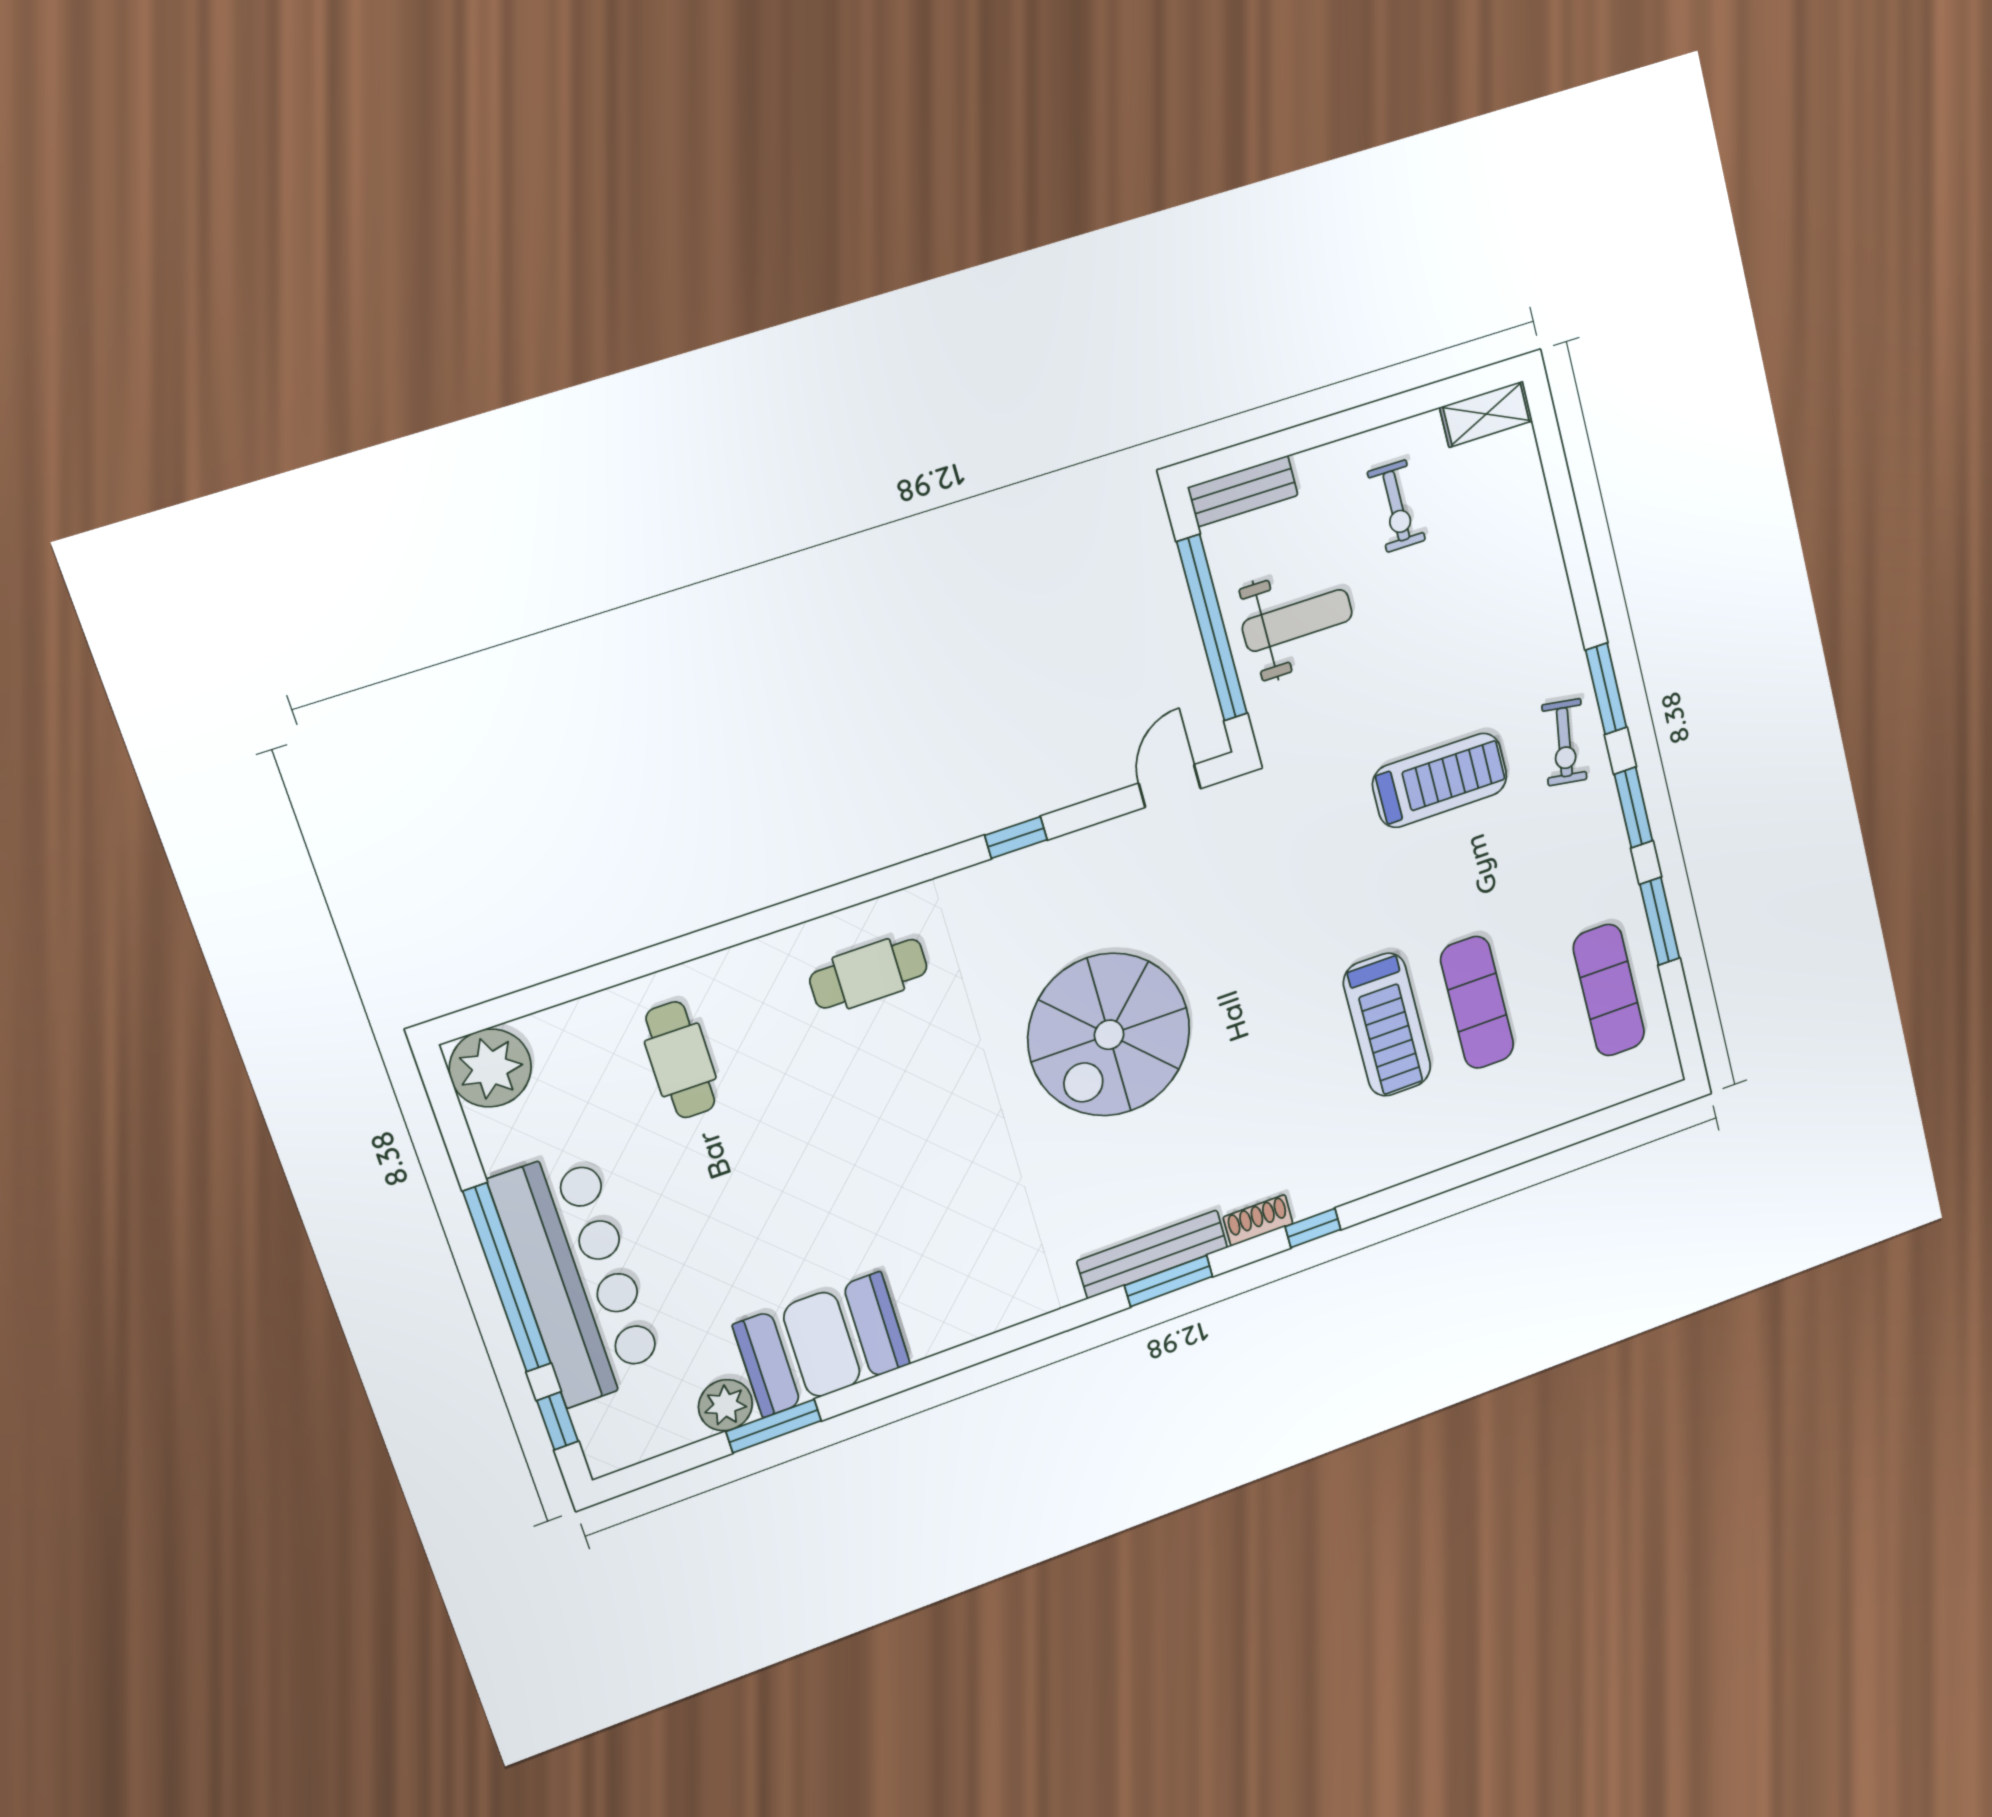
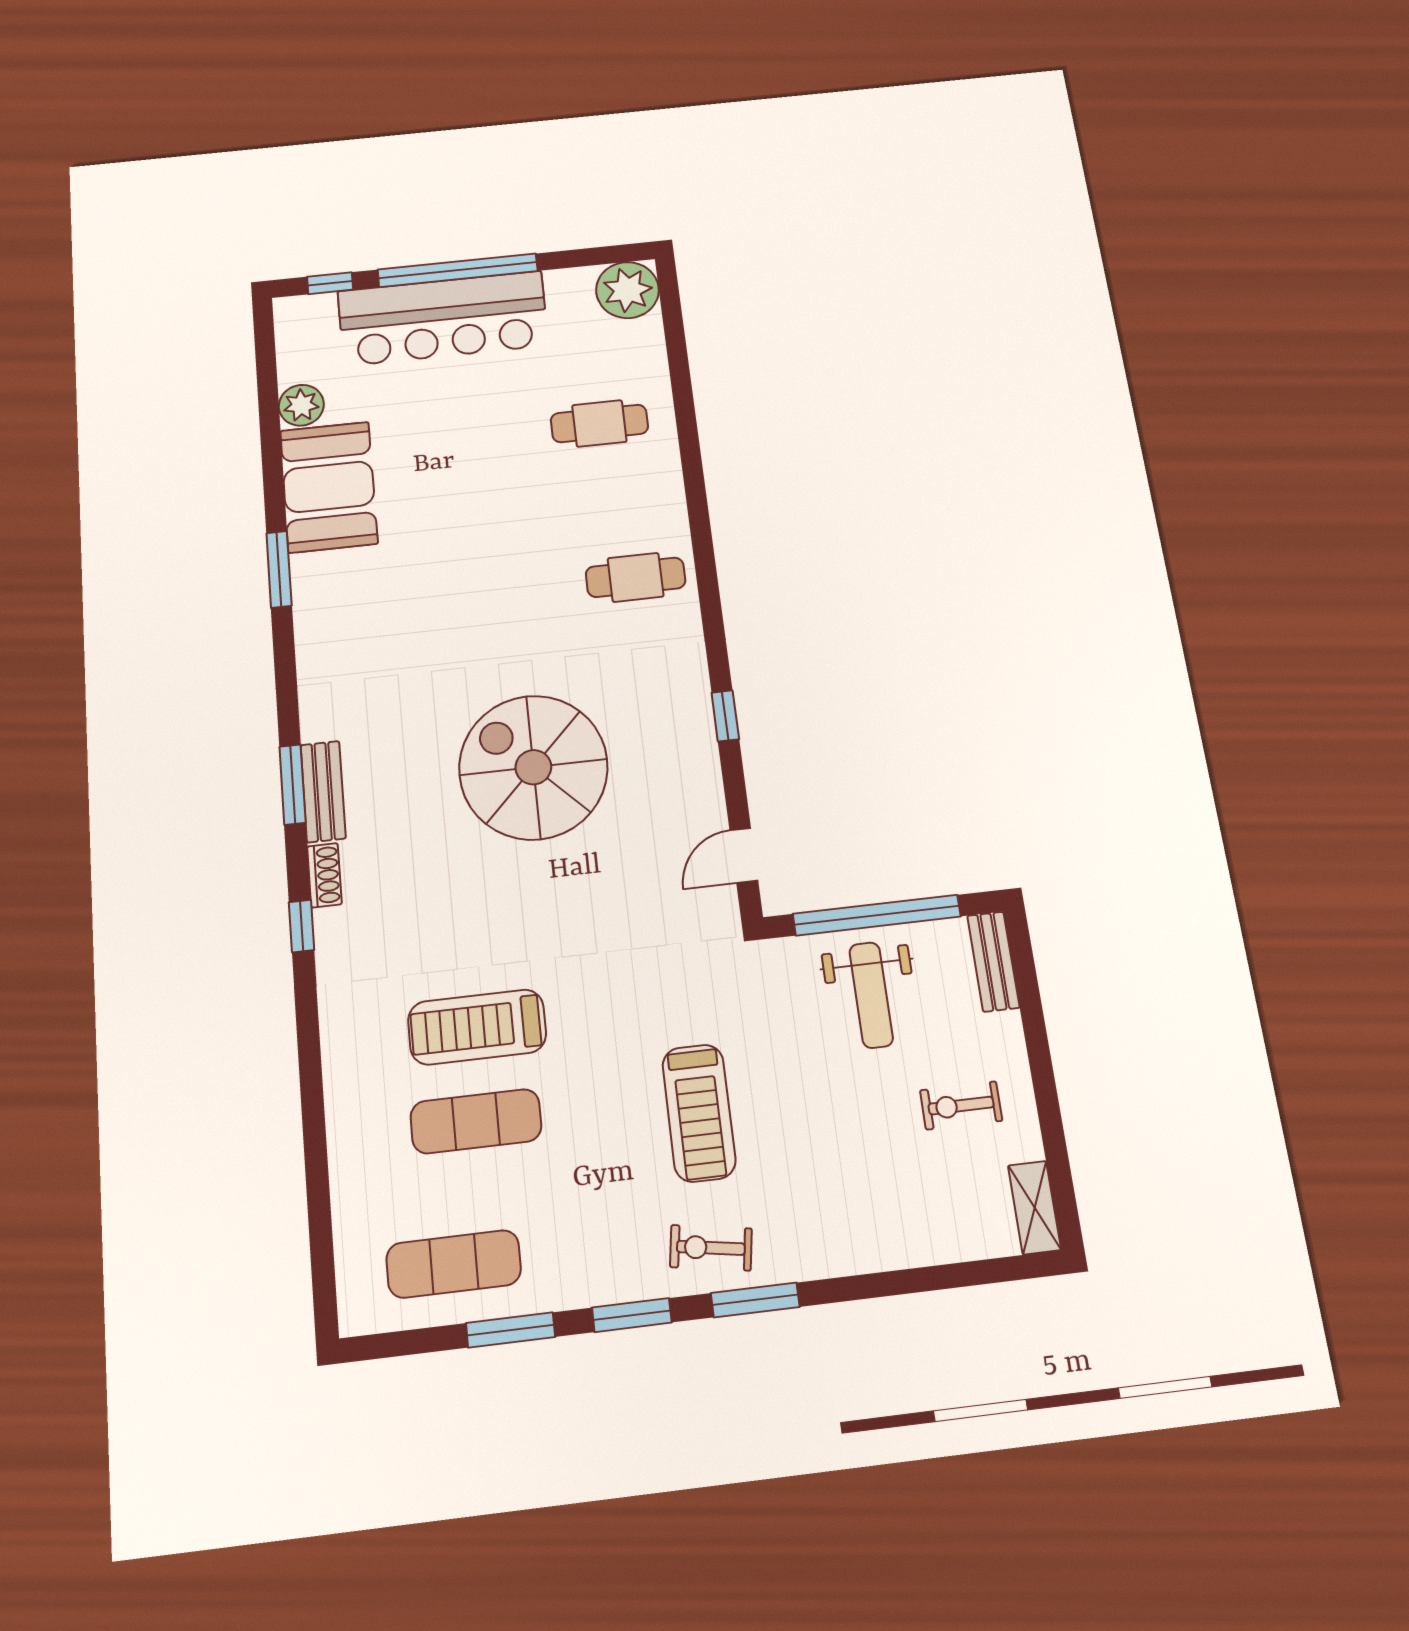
door: (1170, 786) -> (744, 855), swing flipped
cafe table: (868, 974) -> (636, 577), turned 90
bench: (1152, 1254) -> (323, 792), width x0.73
window: (774, 1426) -> (279, 569), moved

